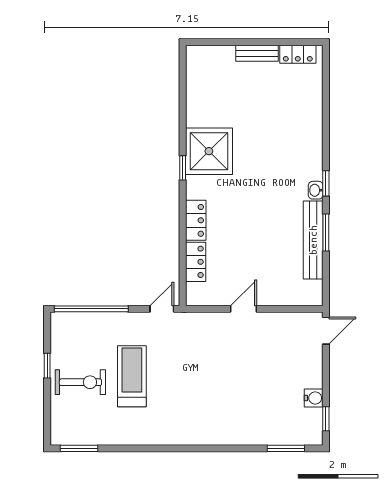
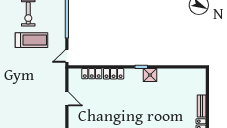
shower: (209, 151) -> (150, 75), width x0.54, depth x0.54
door: (162, 309) -> (67, 56), swing flipped

